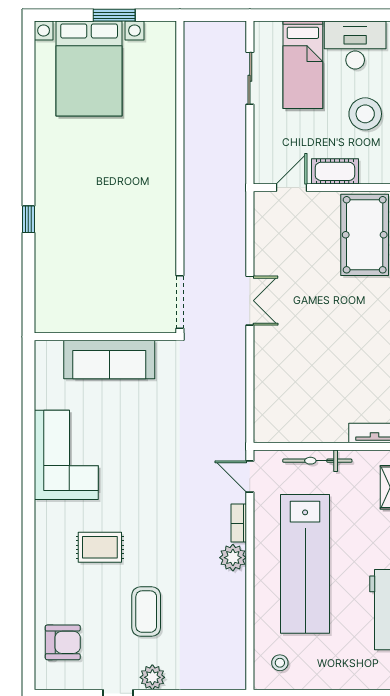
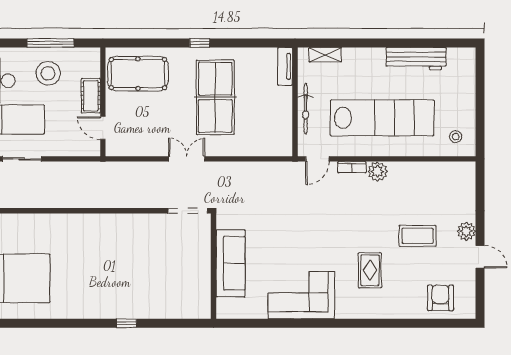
table tennis table: (333, 339) -> (215, 97), added

